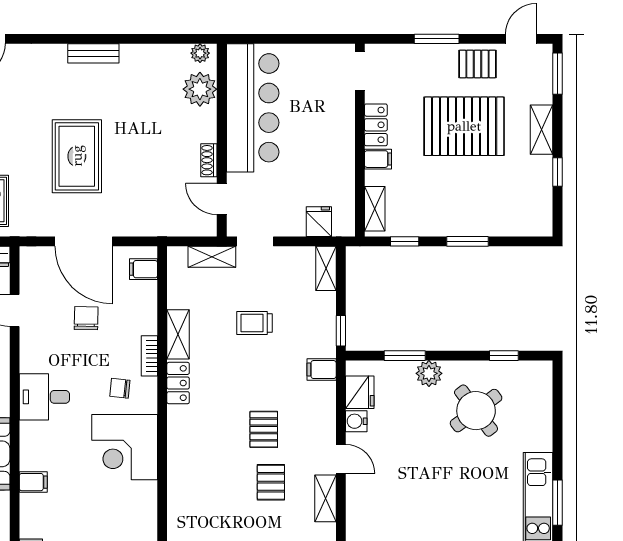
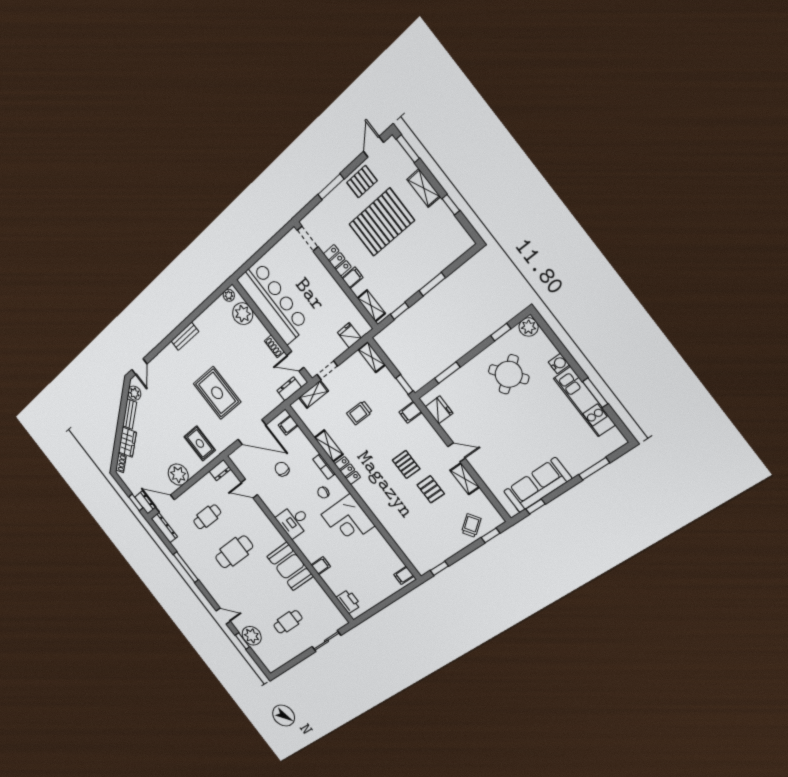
dresser: (184, 226) -> (289, 389), added
plant: (429, 373) -> (529, 327), moved
water cooler: (356, 421) -> (559, 364), moved, turned 180

